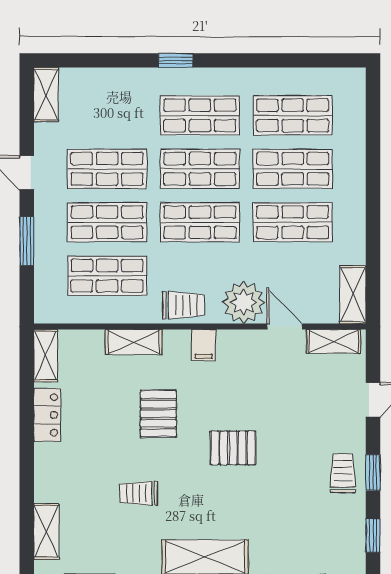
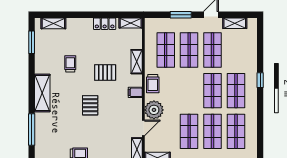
shelving: (46, 95) -> (235, 23), moved
shop shelf: (200, 222) -> (189, 91), removed

